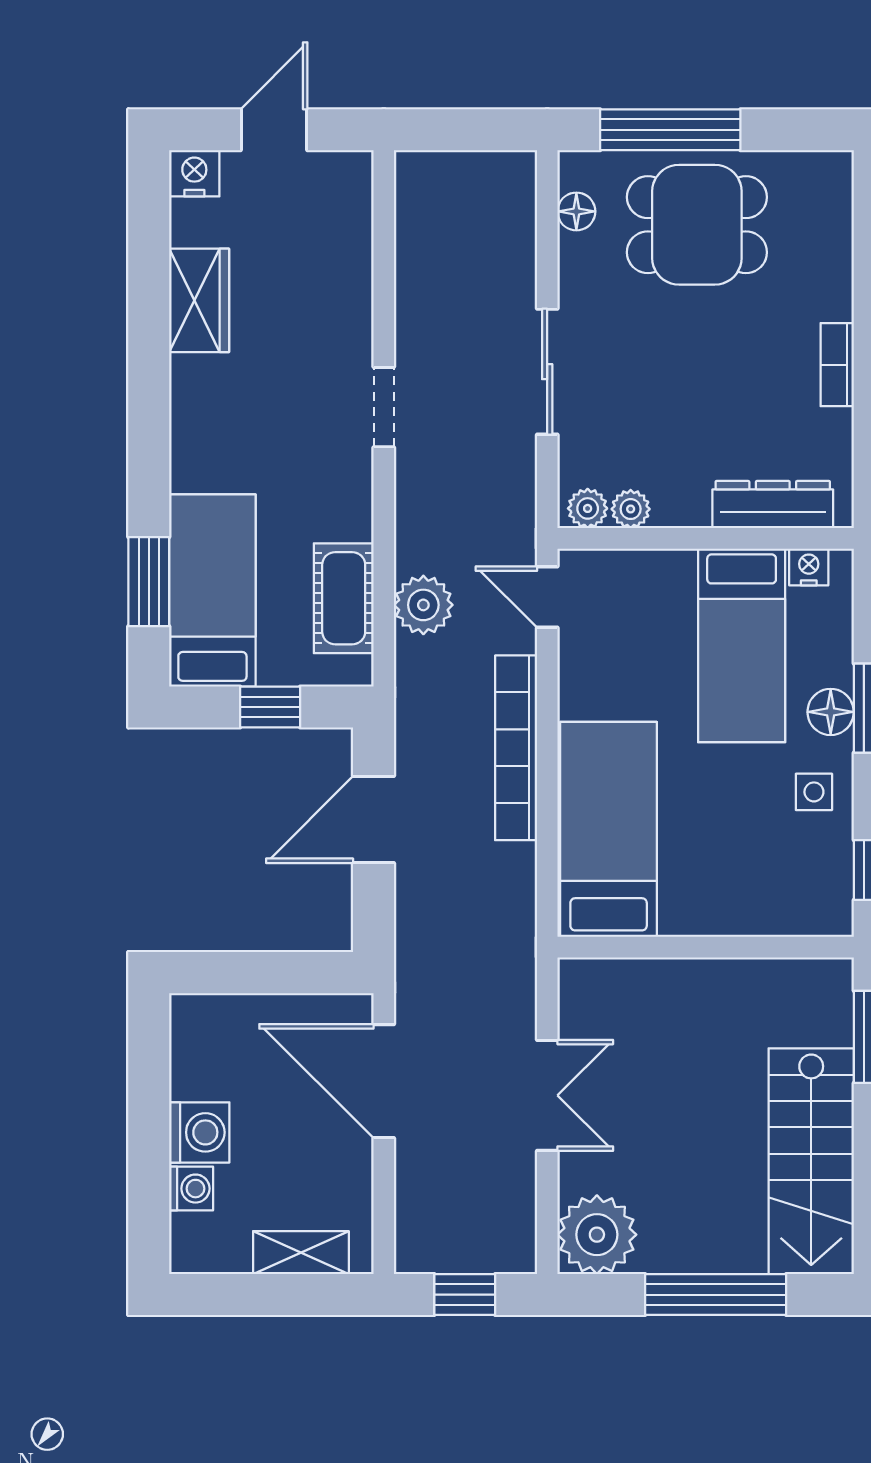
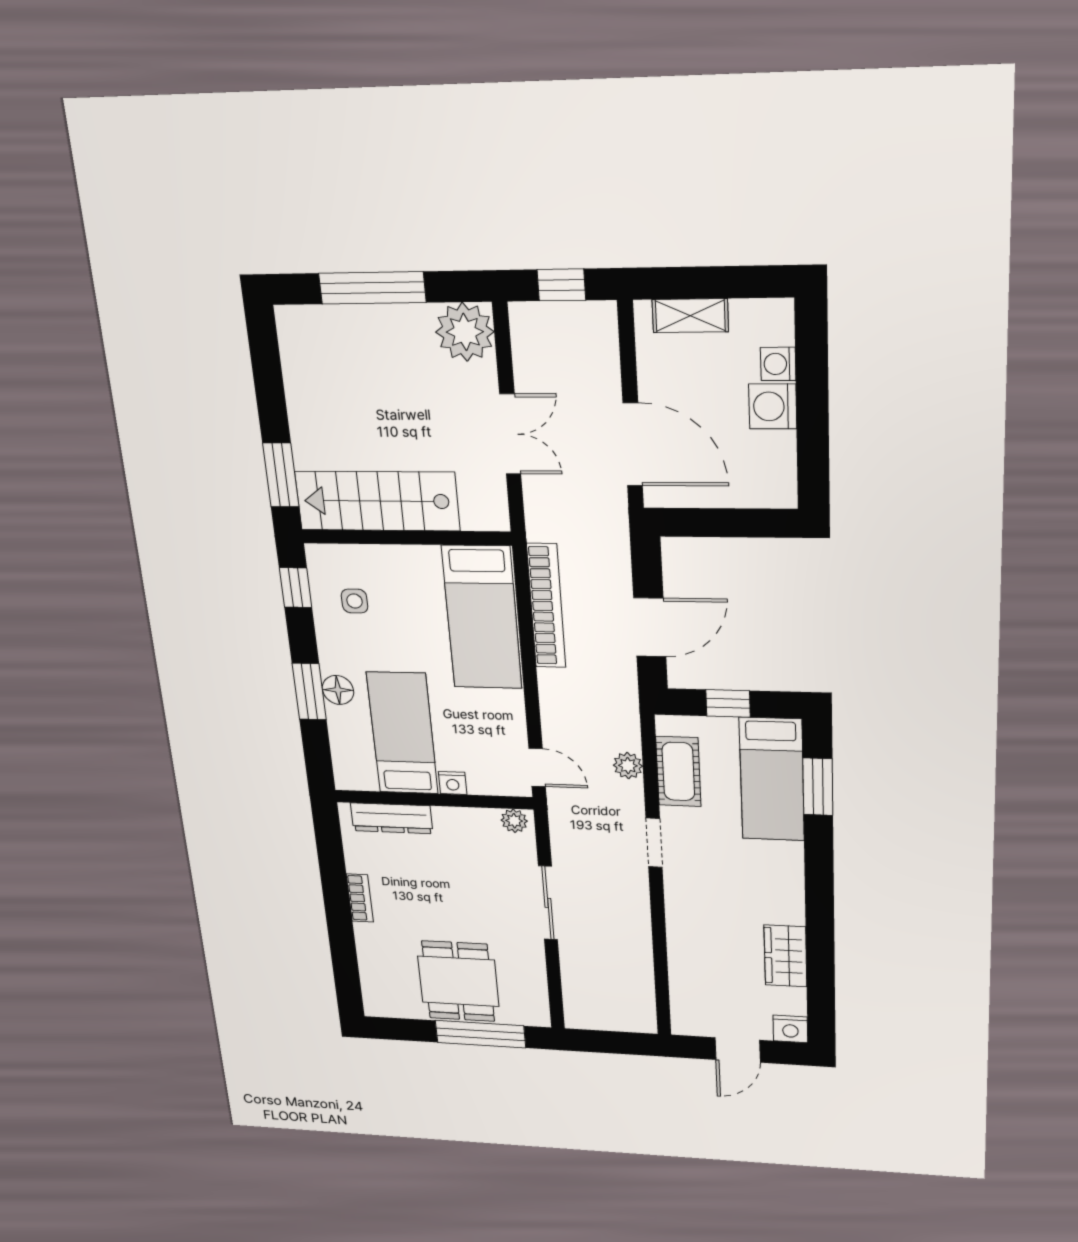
floor lamp: (576, 211) -> (536, 993), removed
dining table: (697, 225) -> (458, 981), turned 90
doorway: (384, 407) -> (654, 843), moved
plant: (631, 509) -> (485, 819), removed
nightstand: (809, 567) -> (453, 783), moved
plant: (423, 605) -> (628, 766), width x0.73, depth x0.73
bookcase: (516, 748) -> (546, 606), moved
side table: (814, 792) -> (355, 601), moved
double door: (547, 1095) -> (510, 434), swing flipped
stairs: (811, 1161) -> (377, 501), moved, turned -90

